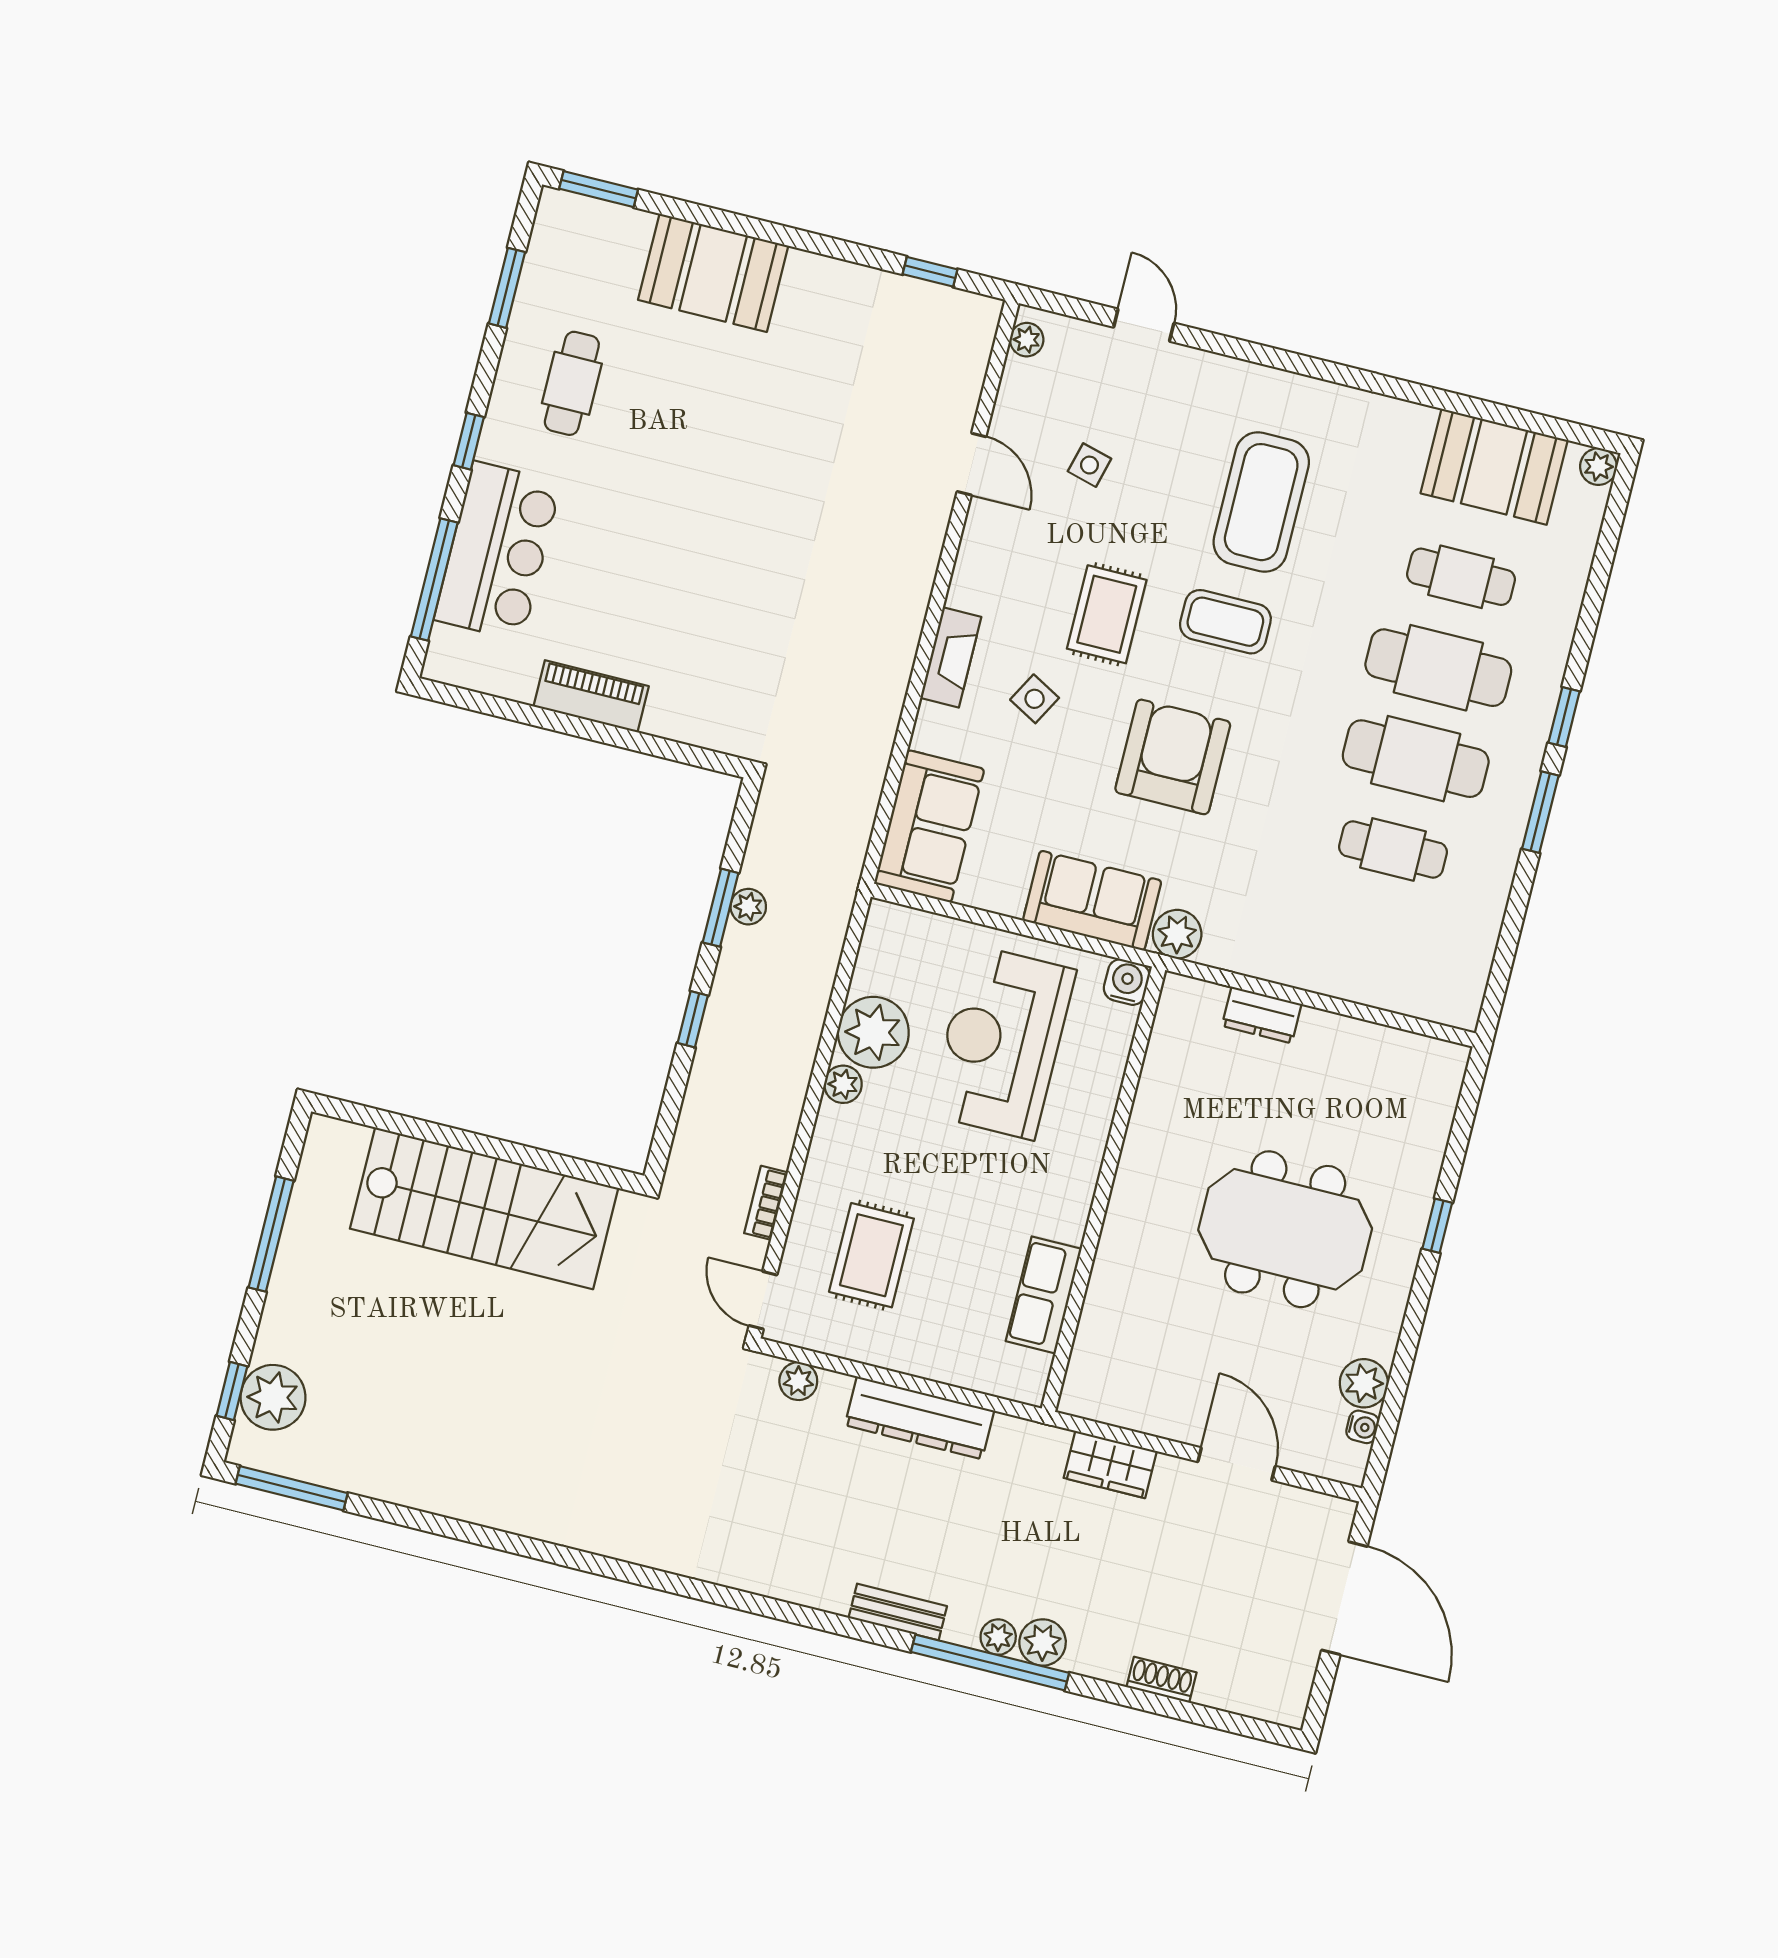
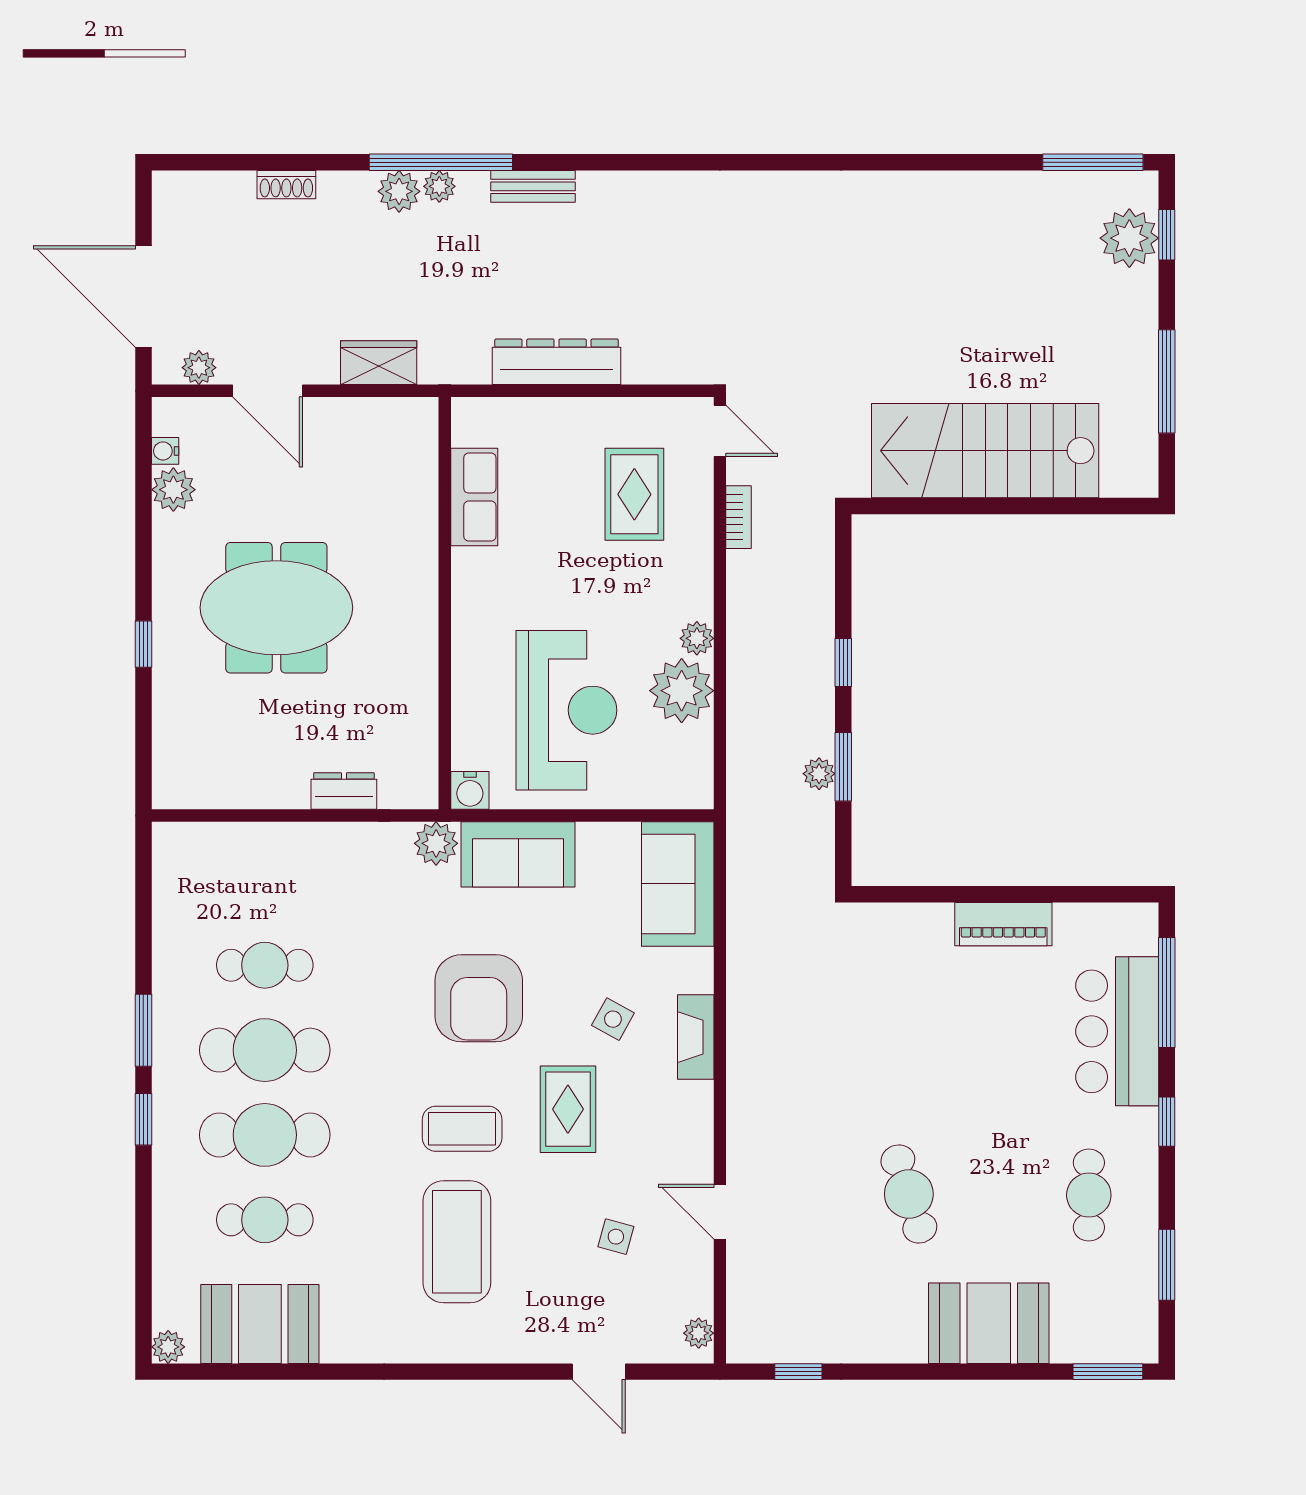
cafe table: (764, 432) -> (909, 1194), added
plant: (798, 1381) -> (199, 368), moved

